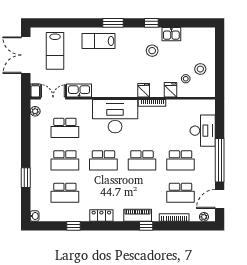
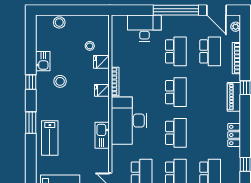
stool: (200, 69) -> (59, 22), moved
kitchen sink: (79, 90) -> (102, 135), moved

